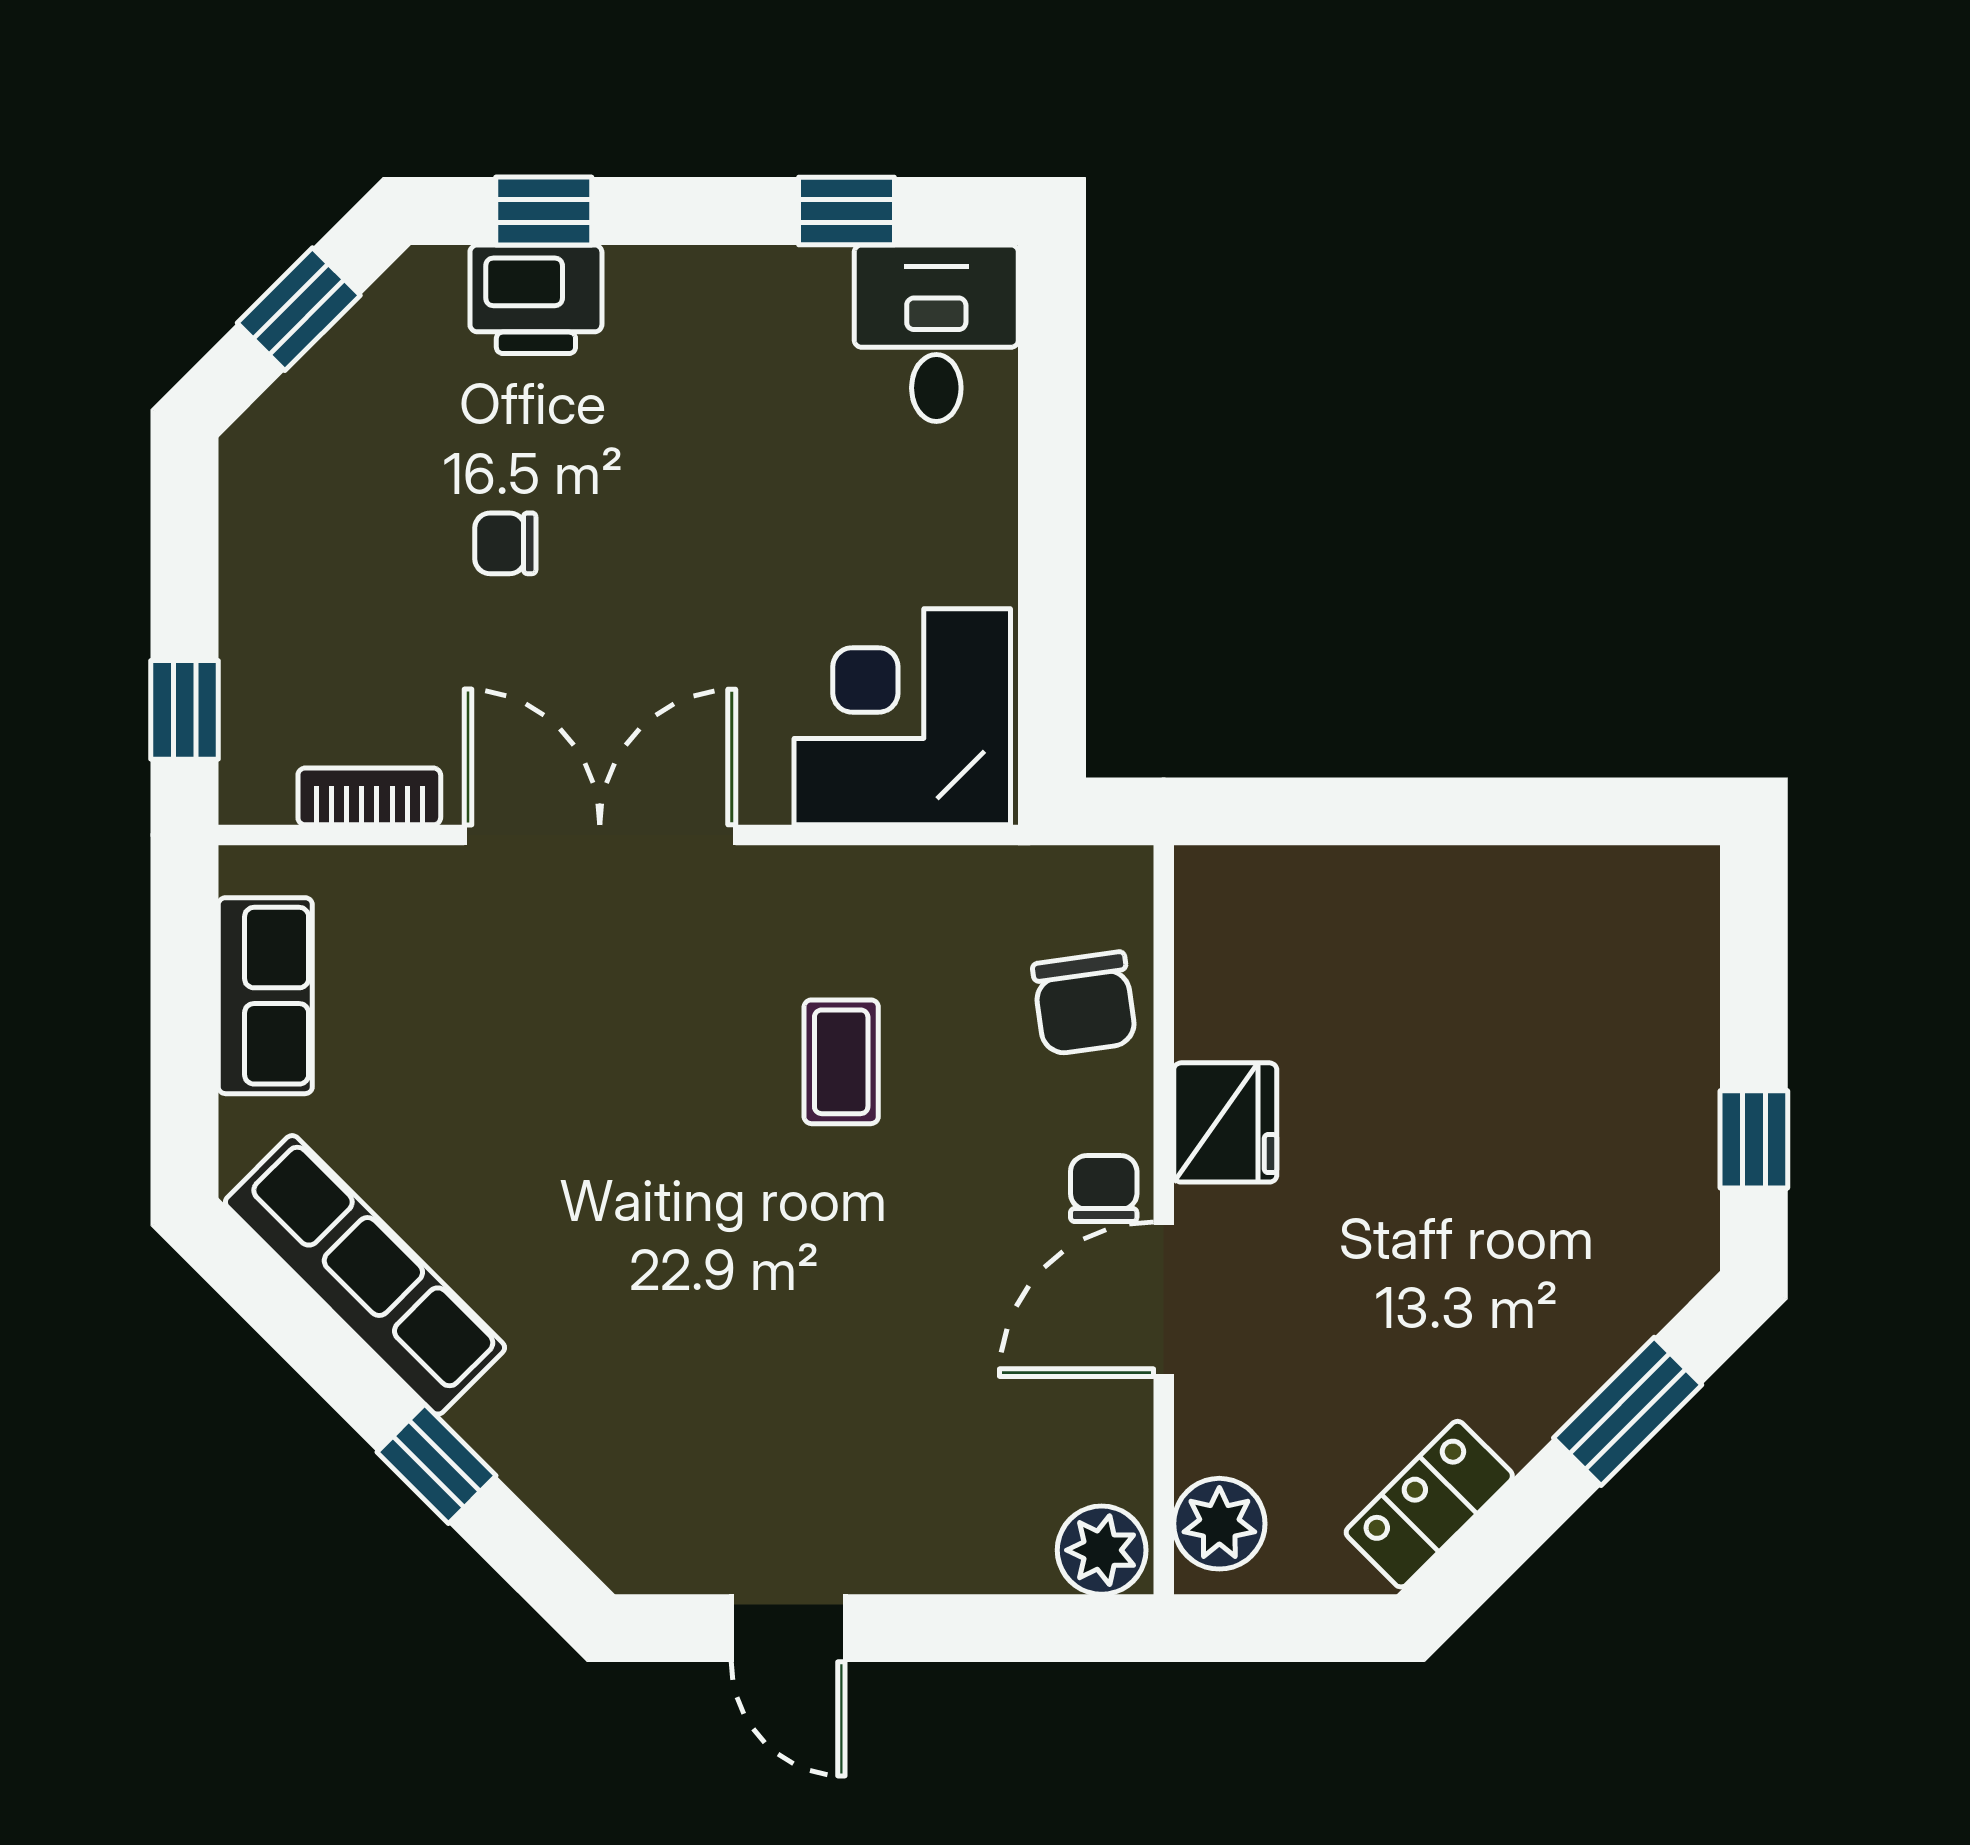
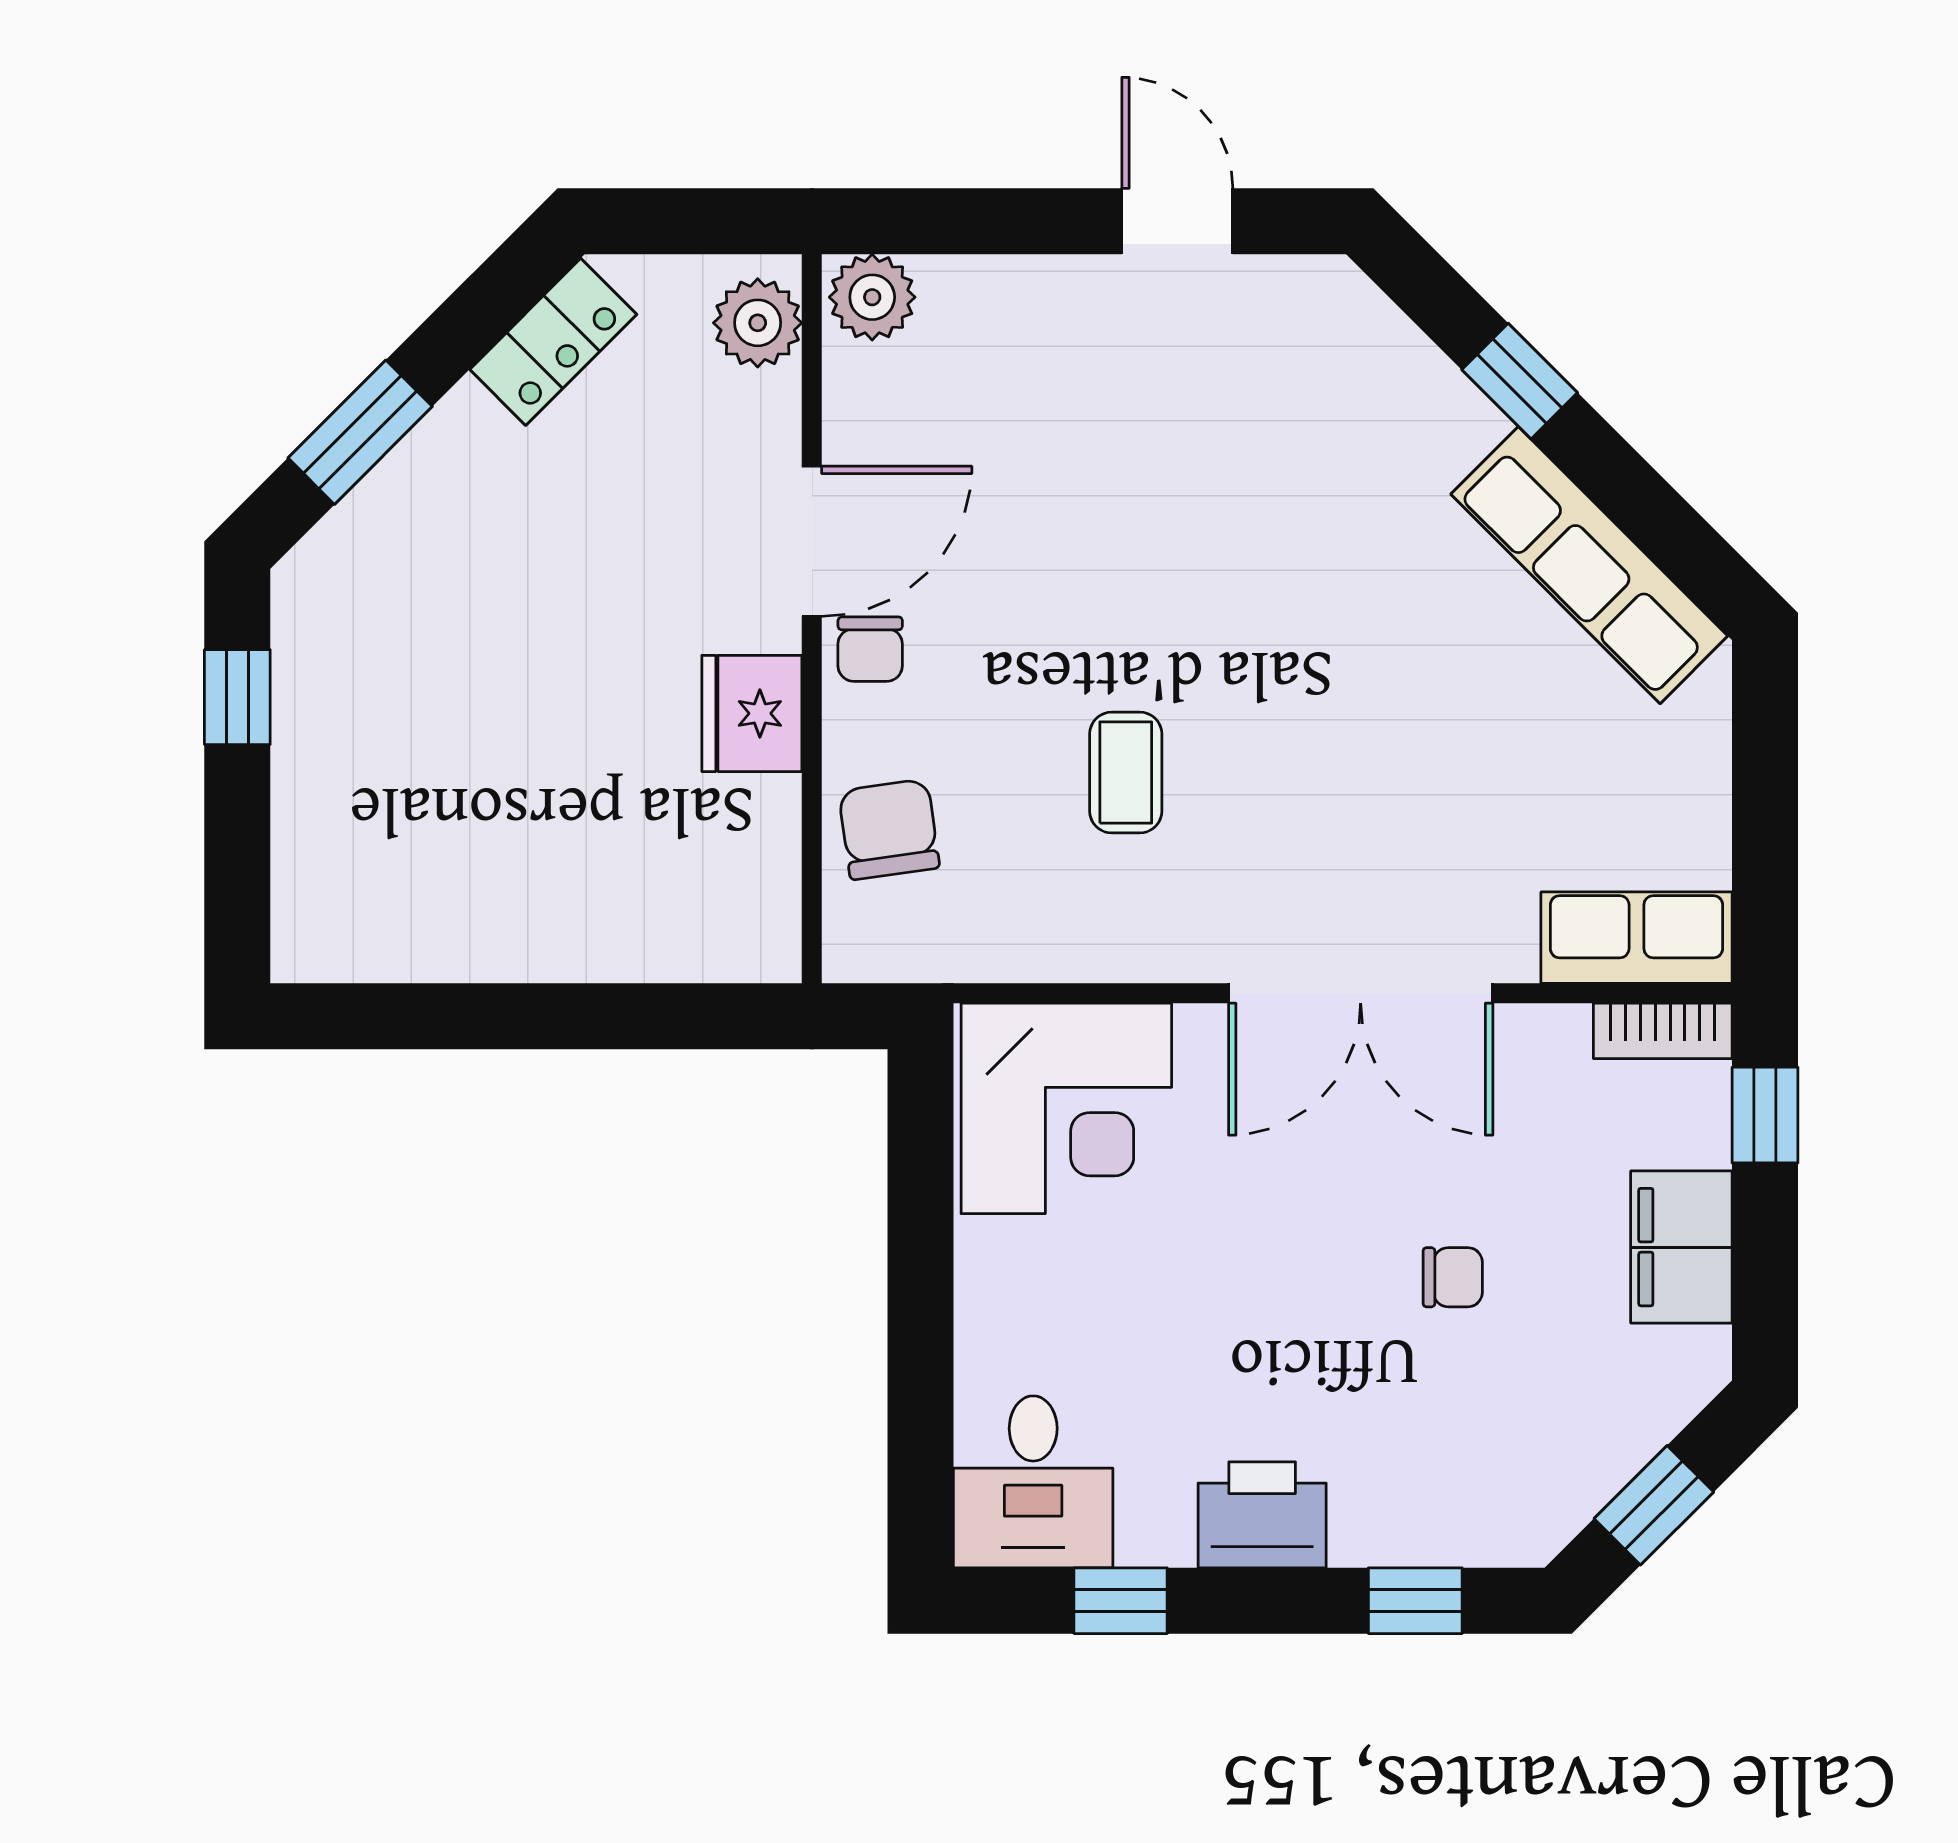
printer: (536, 299) -> (1262, 1515), moved
filing cabinet: (270, 574) -> (1681, 1247), added
bookcase: (369, 796) -> (1663, 1031), moved
row of seats: (265, 996) -> (1636, 938), moved, turned 90

